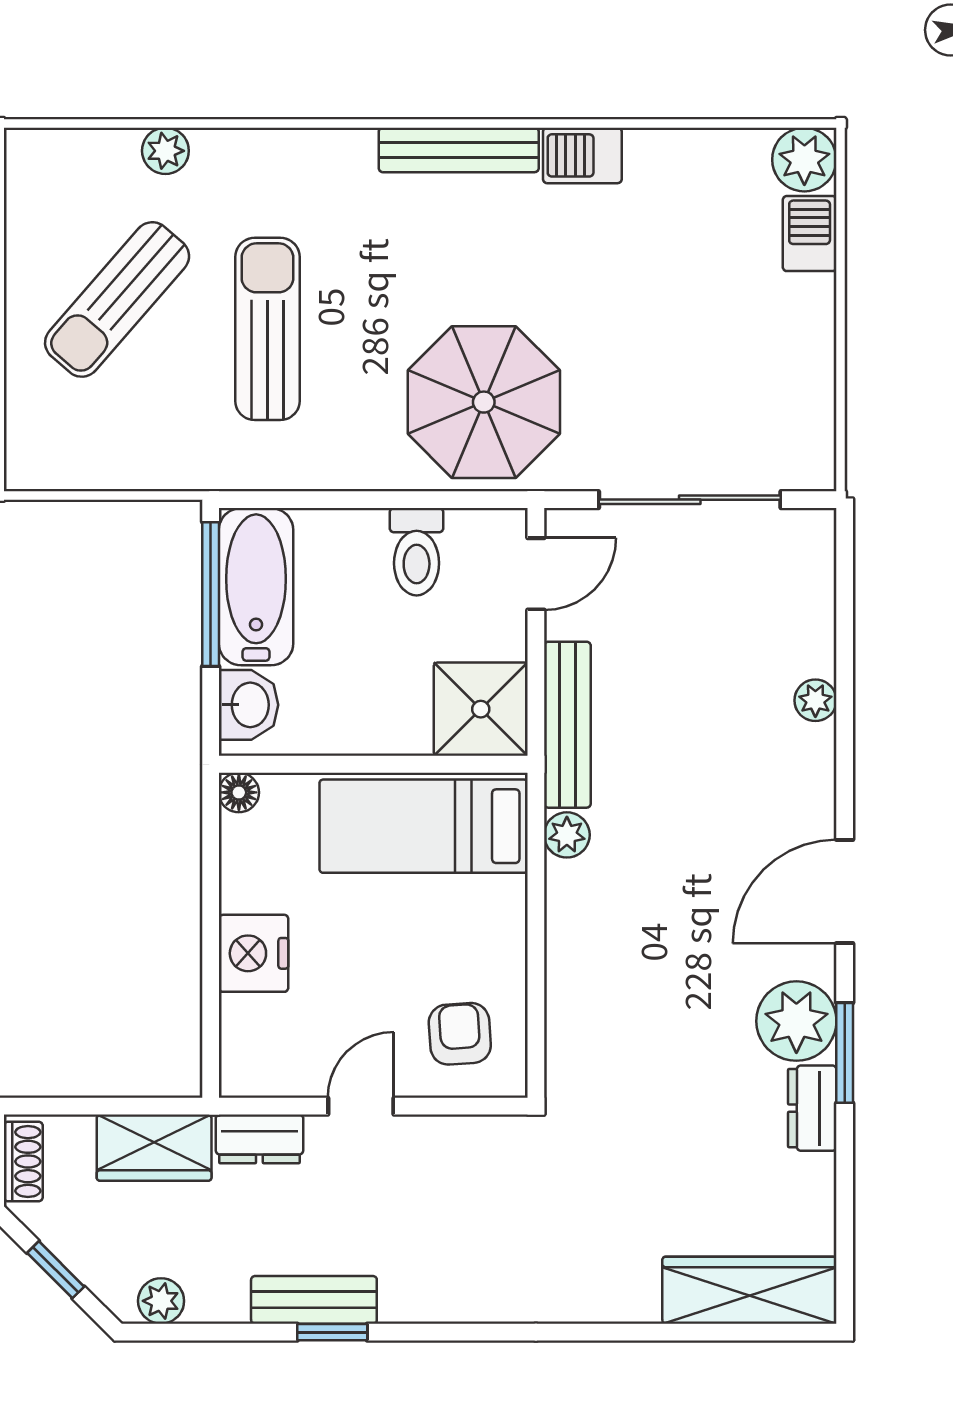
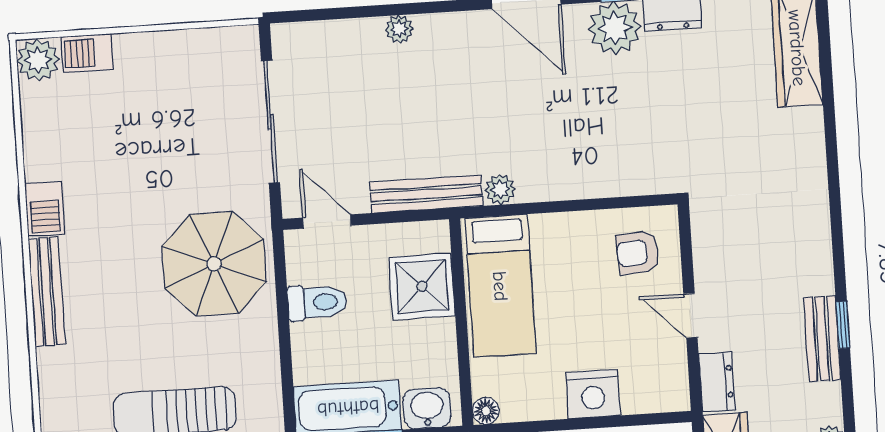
shower: (481, 709) -> (422, 287), moved

